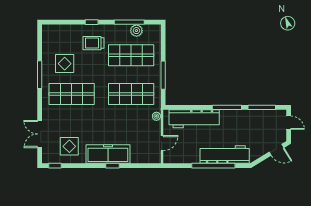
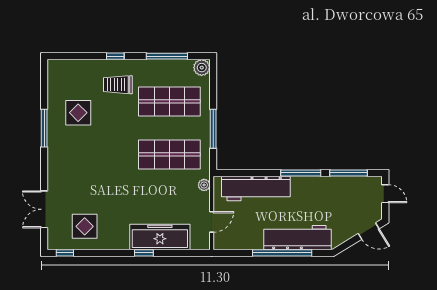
plant: (136, 31) -> (202, 68), moved
shop shelf: (72, 94) -> (88, 154), removed
freezer: (108, 154) -> (160, 237), moved

